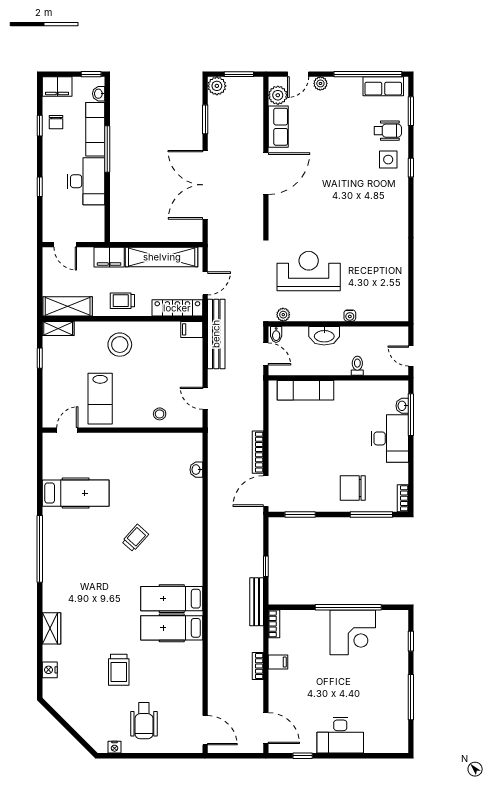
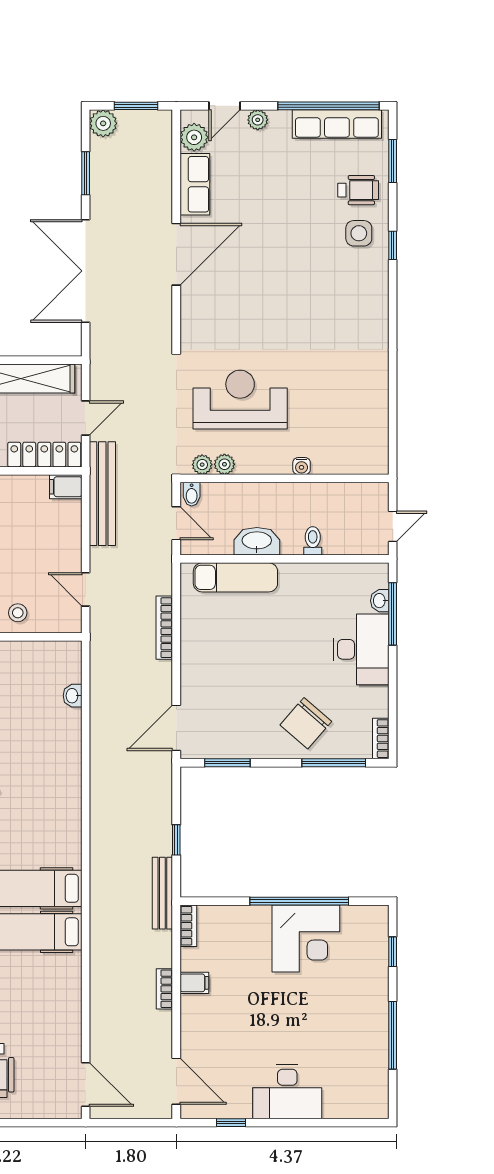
row of seats: (383, 86) -> (337, 124), width x1.48
plant: (298, 314) -> (224, 464), added
washbasin: (324, 336) -> (257, 541), moved, turned 180
door: (411, 356) -> (393, 526), swing flipped
bookcase: (258, 452) -> (164, 628), moved
chair: (353, 488) -> (306, 723), turned -49

